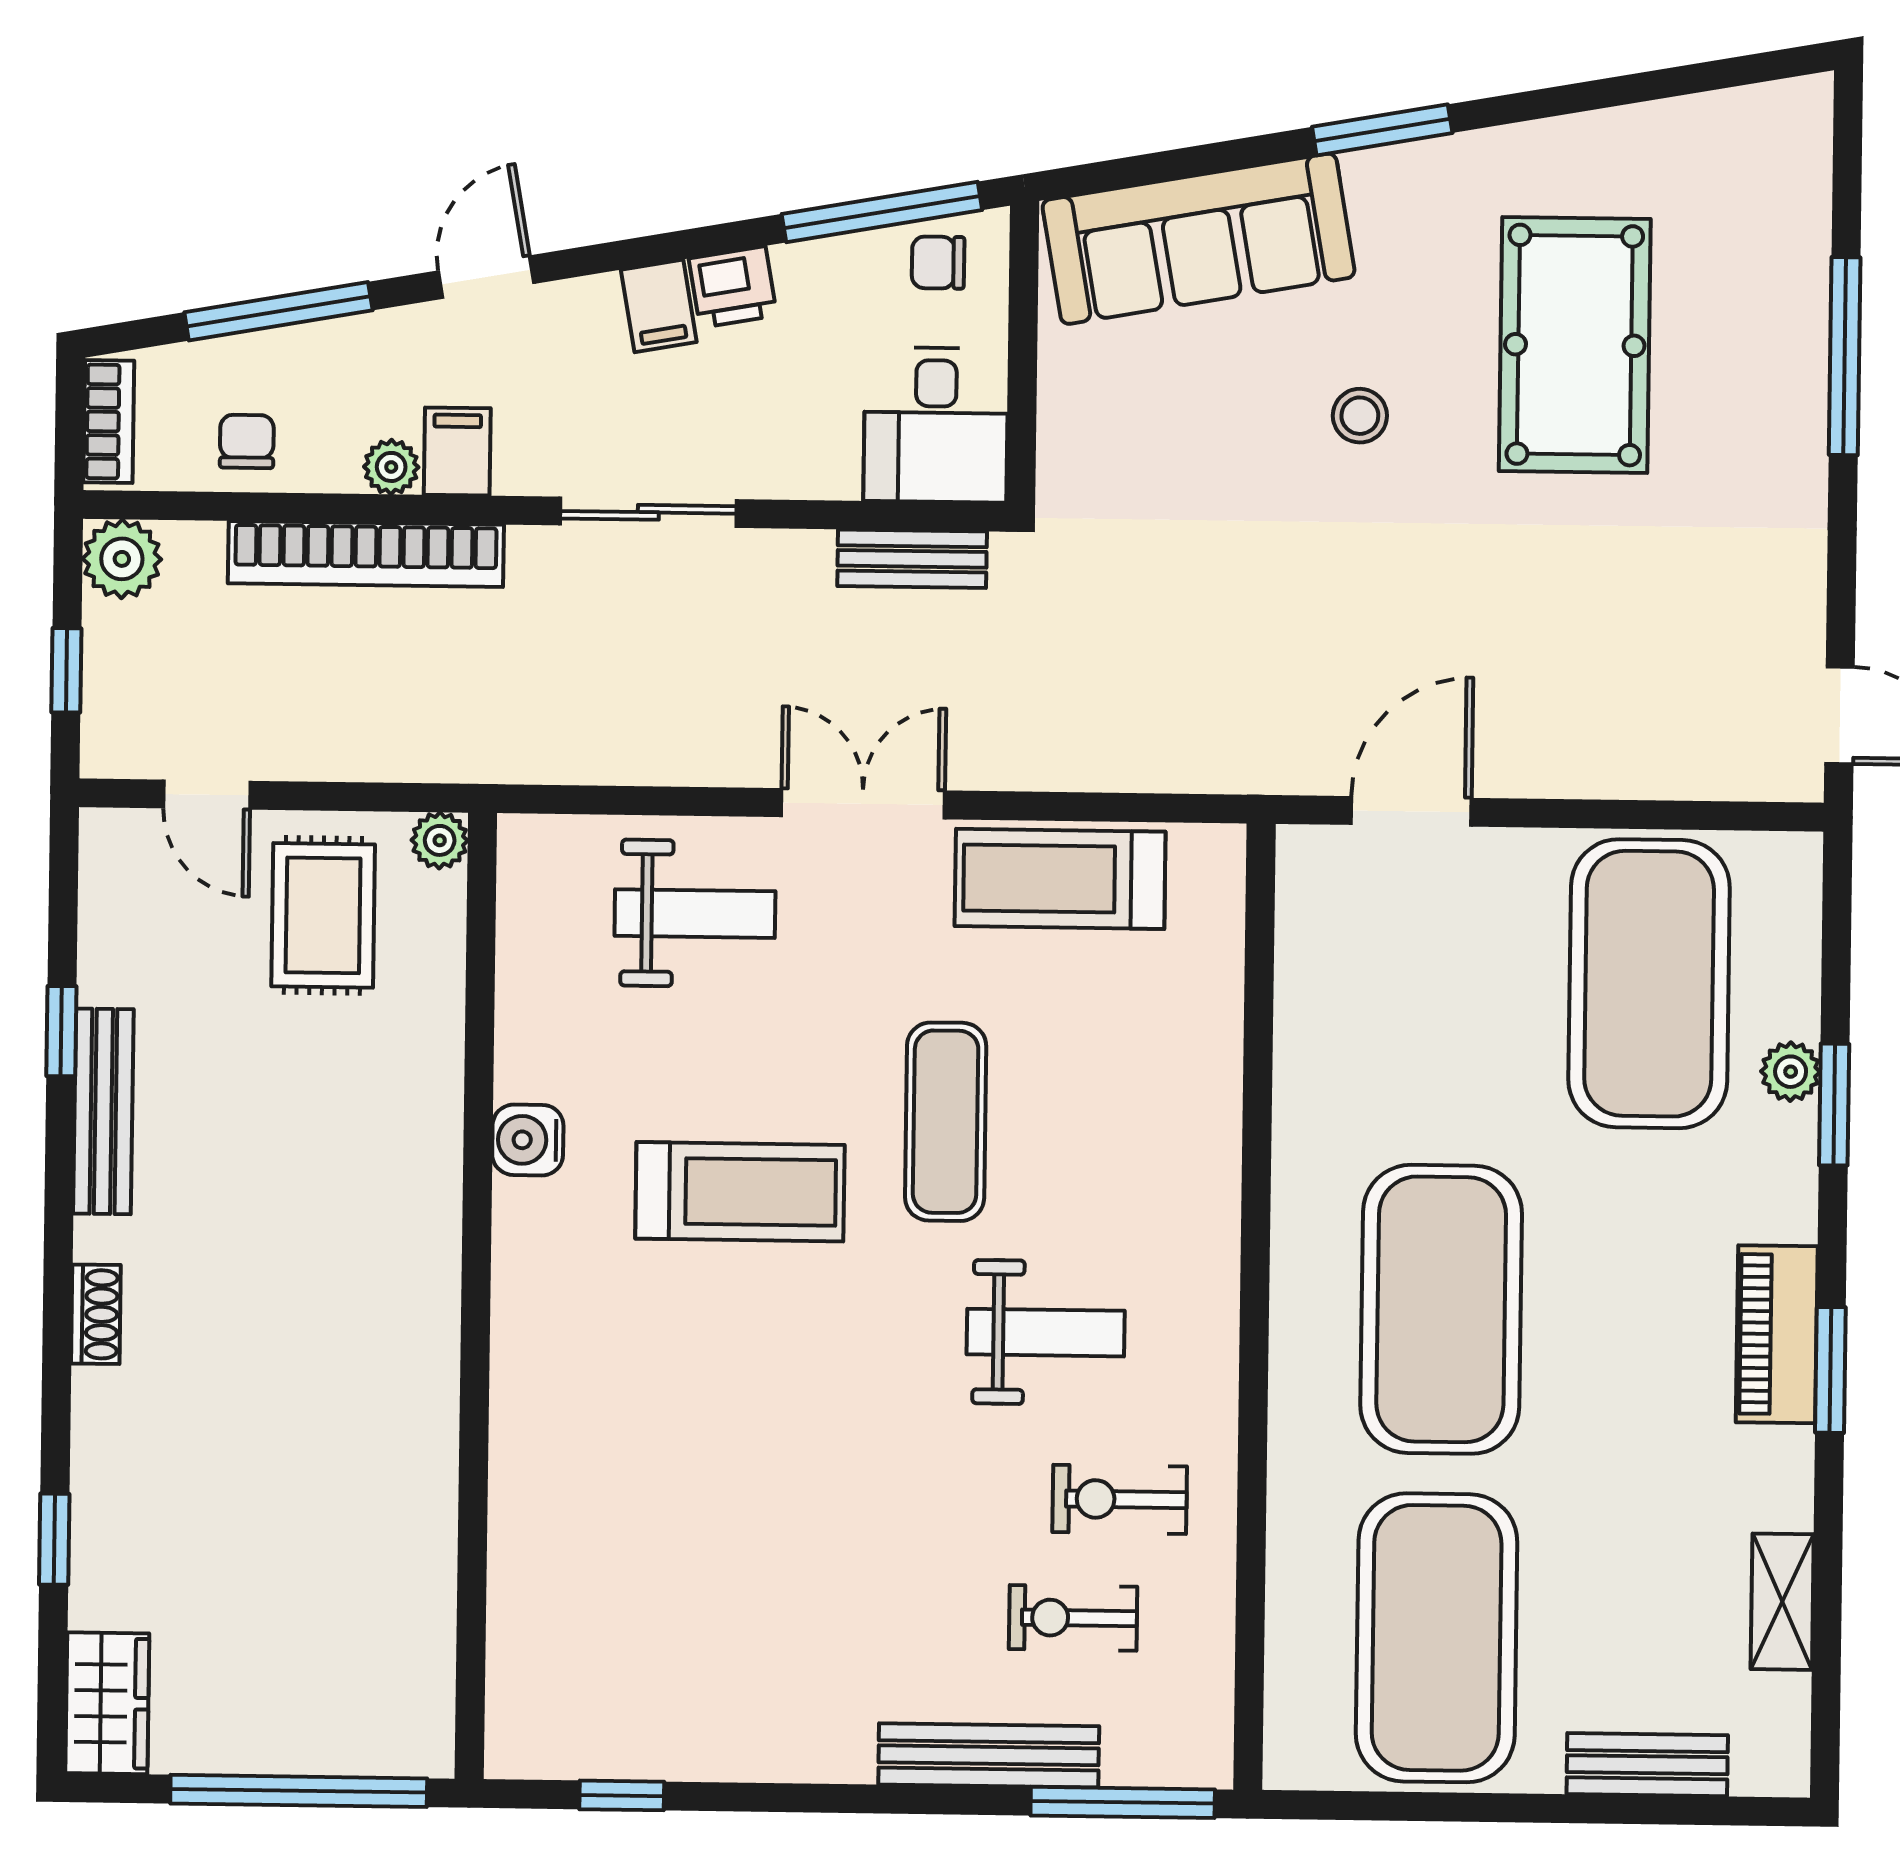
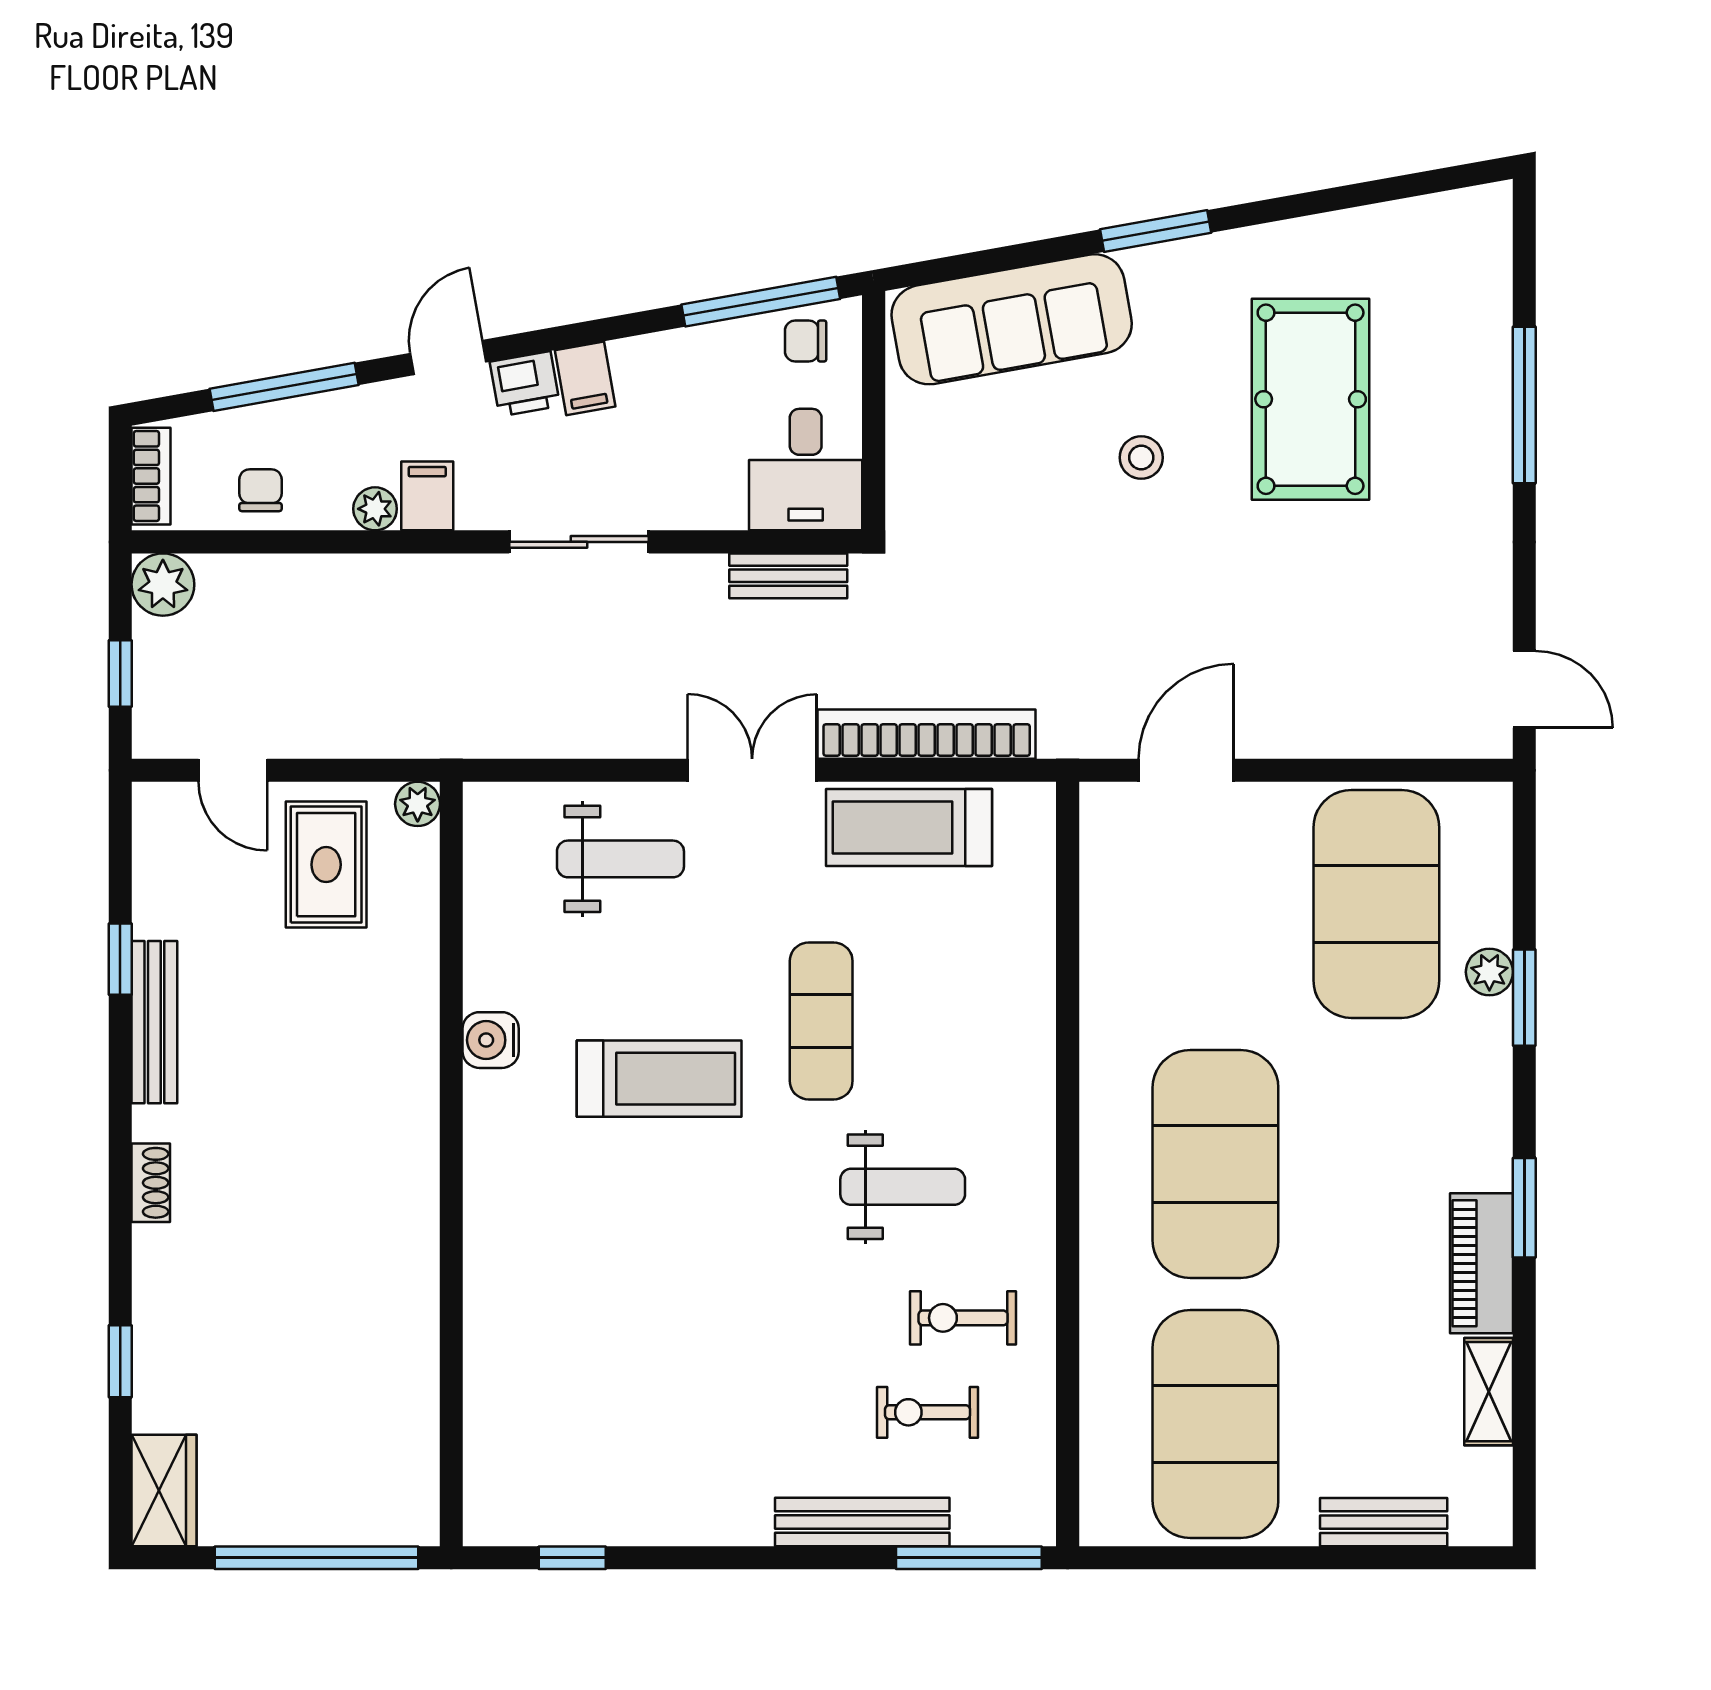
printer: (733, 287) -> (525, 384), moved
bookcase: (366, 554) -> (927, 734), moved, turned 180
piano: (1777, 1334) -> (1481, 1263), moved

